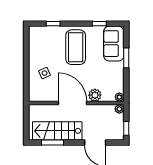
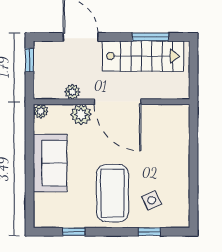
sofa: (114, 44) -> (50, 163), moved
window: (126, 58) -> (29, 176), removed
side table: (45, 73) -> (152, 200), moved
plant: (119, 109) -> (72, 92), moved

